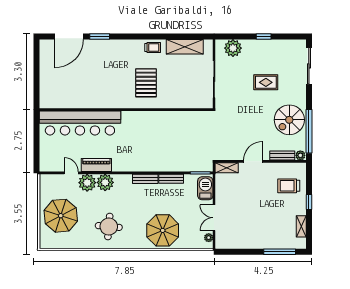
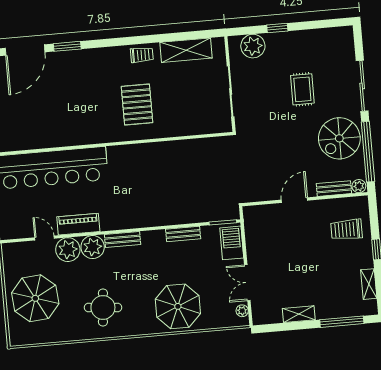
window: (264, 37) -> (277, 28), moved
sliding door: (309, 66) -> (362, 86), moved
rug: (266, 82) -> (302, 89), turned 90
shelving: (227, 168) -> (299, 314), moved
bench: (145, 179) -> (123, 240), moved

